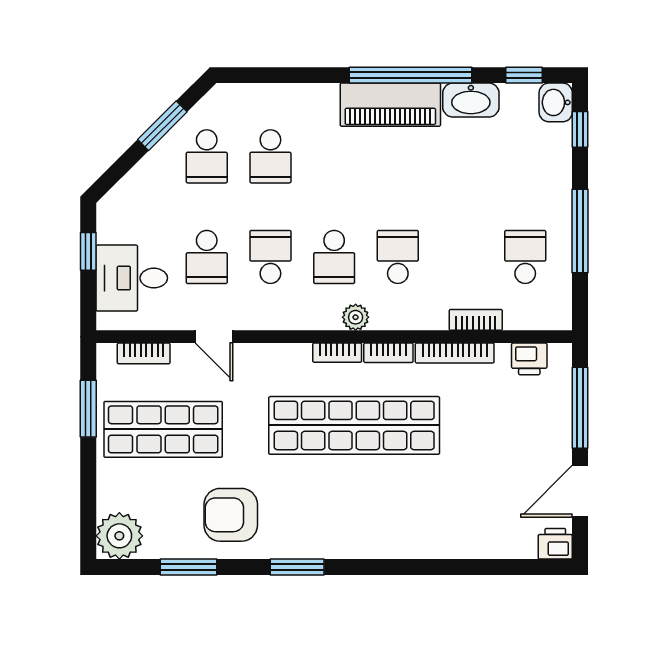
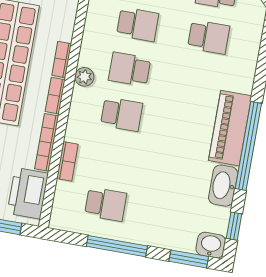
window: (580, 129) -> (189, 259), width x1.50
school desk: (270, 156) -> (209, 37), turned 180
printer: (529, 359) -> (28, 193), width x1.87, depth x1.48

